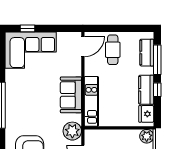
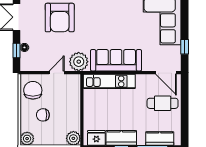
window: (27, 28) -> (185, 47), moved
sofa: (71, 95) -> (116, 60), width x1.36

